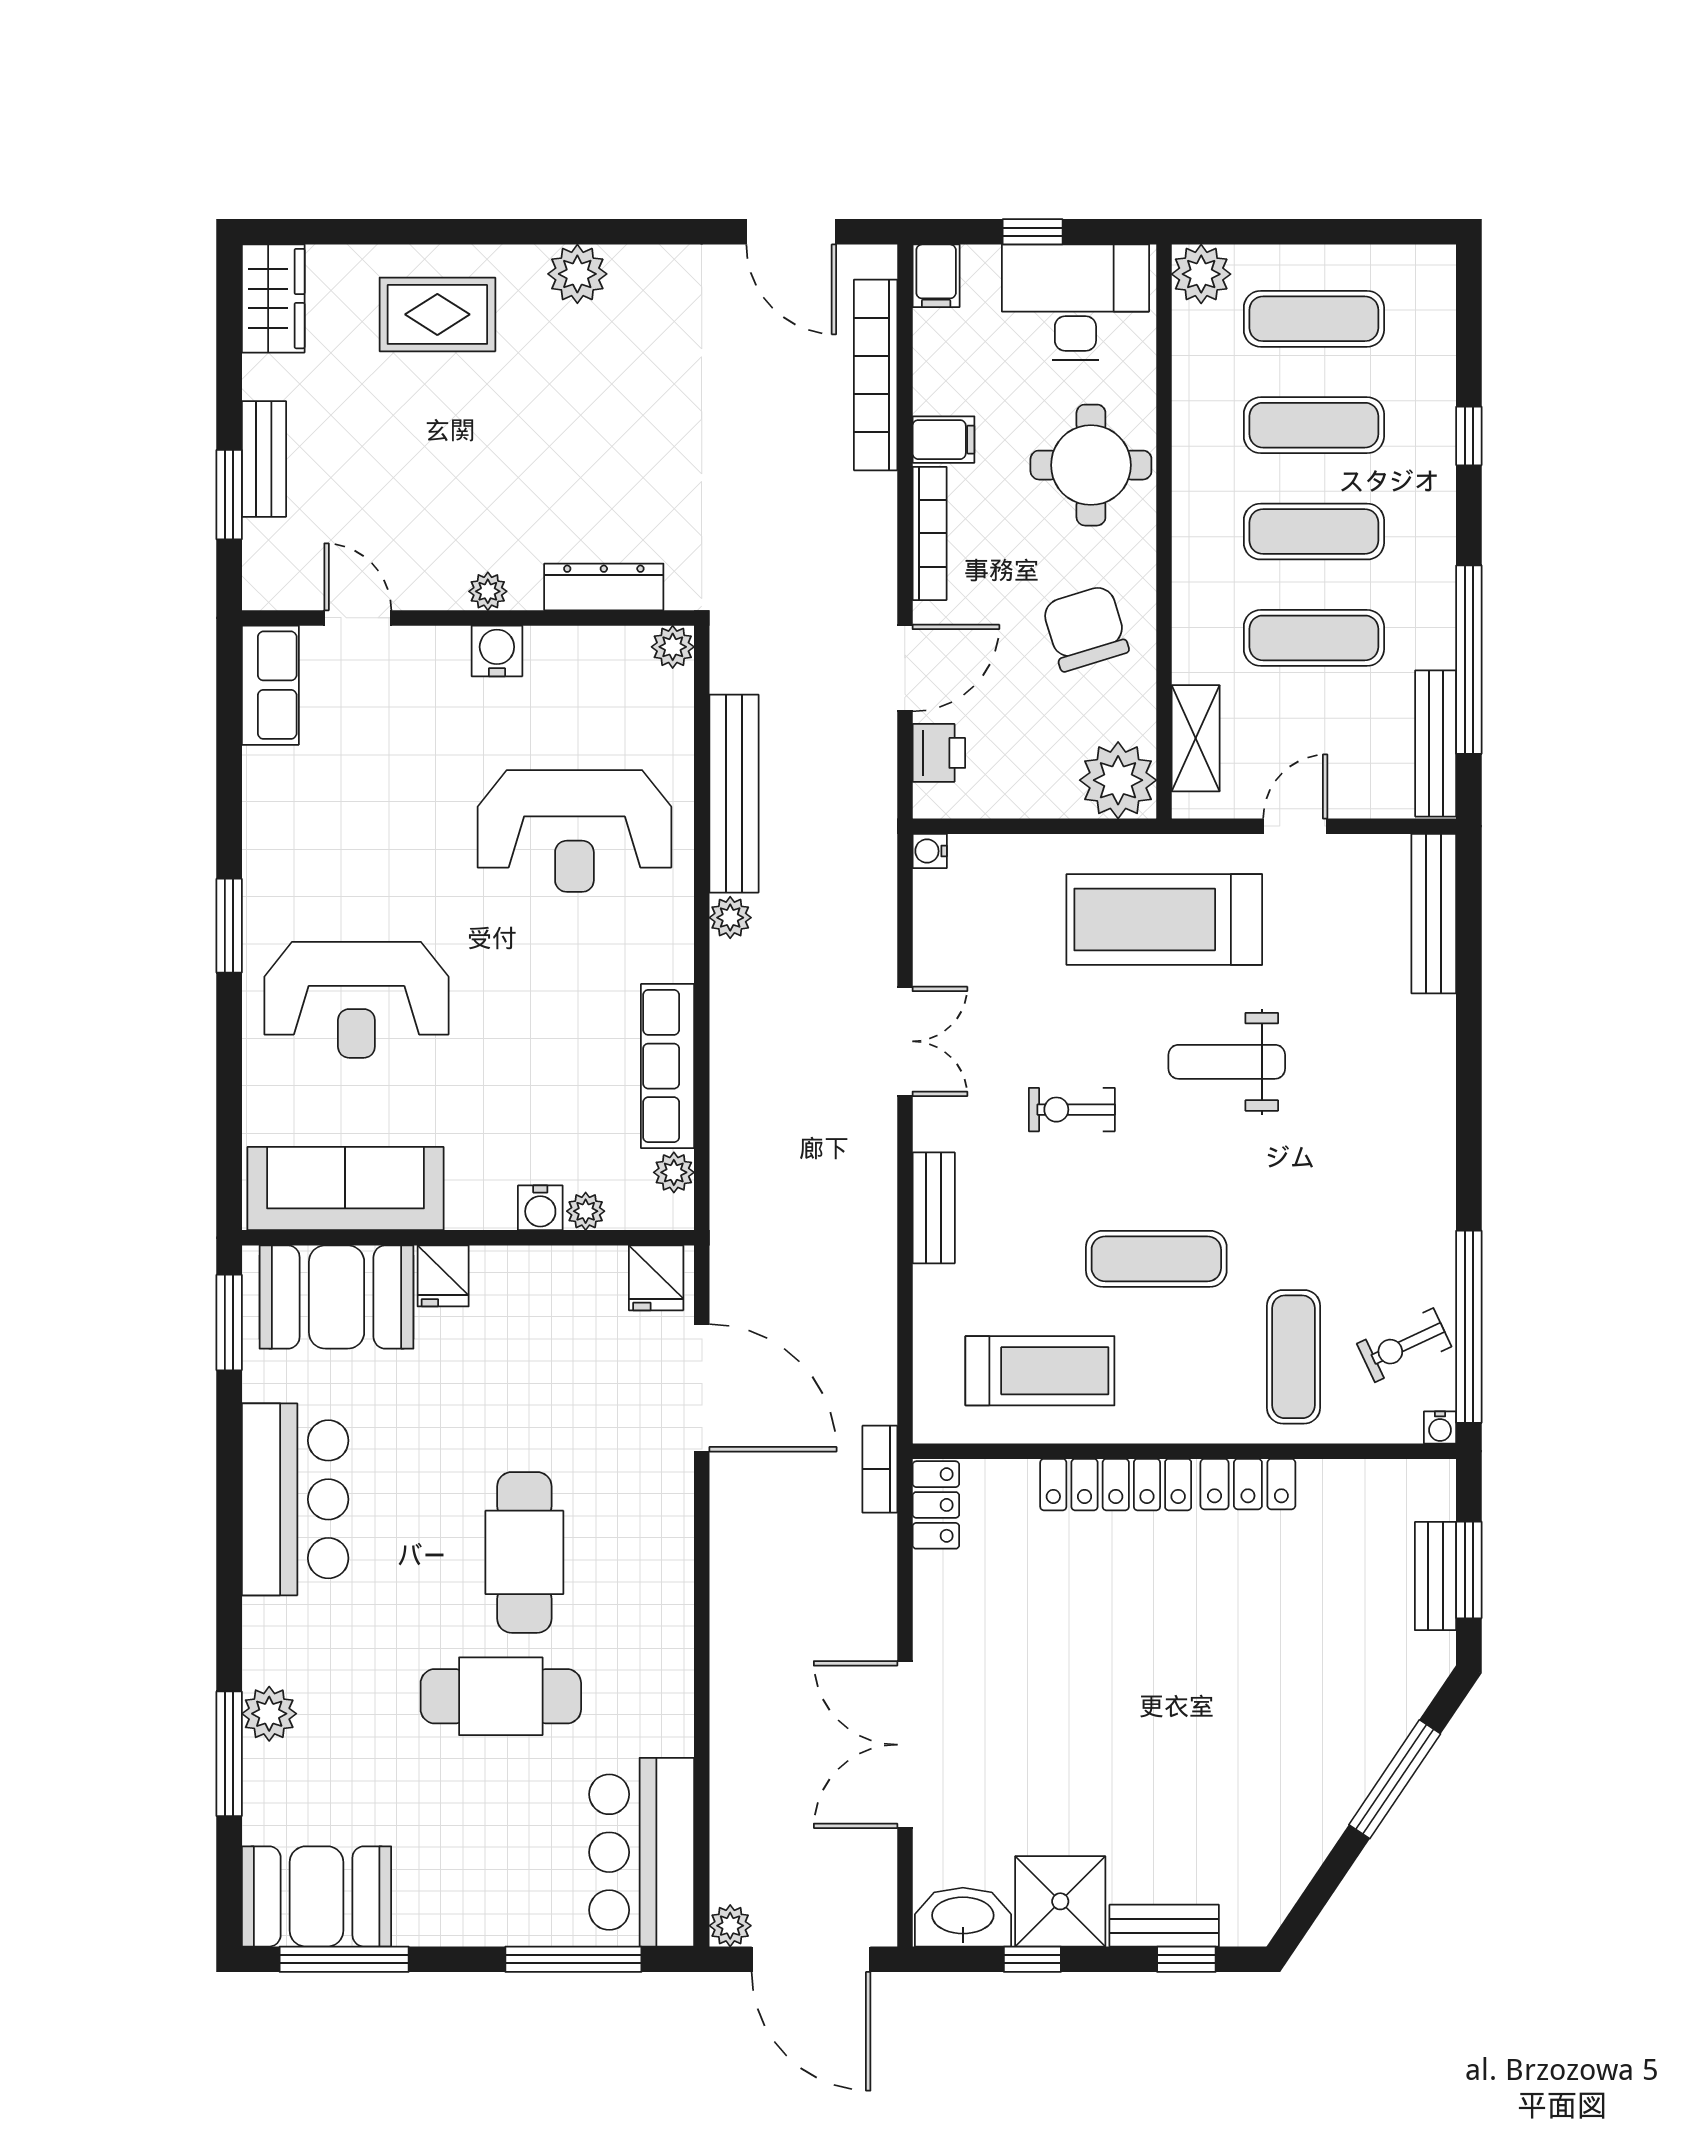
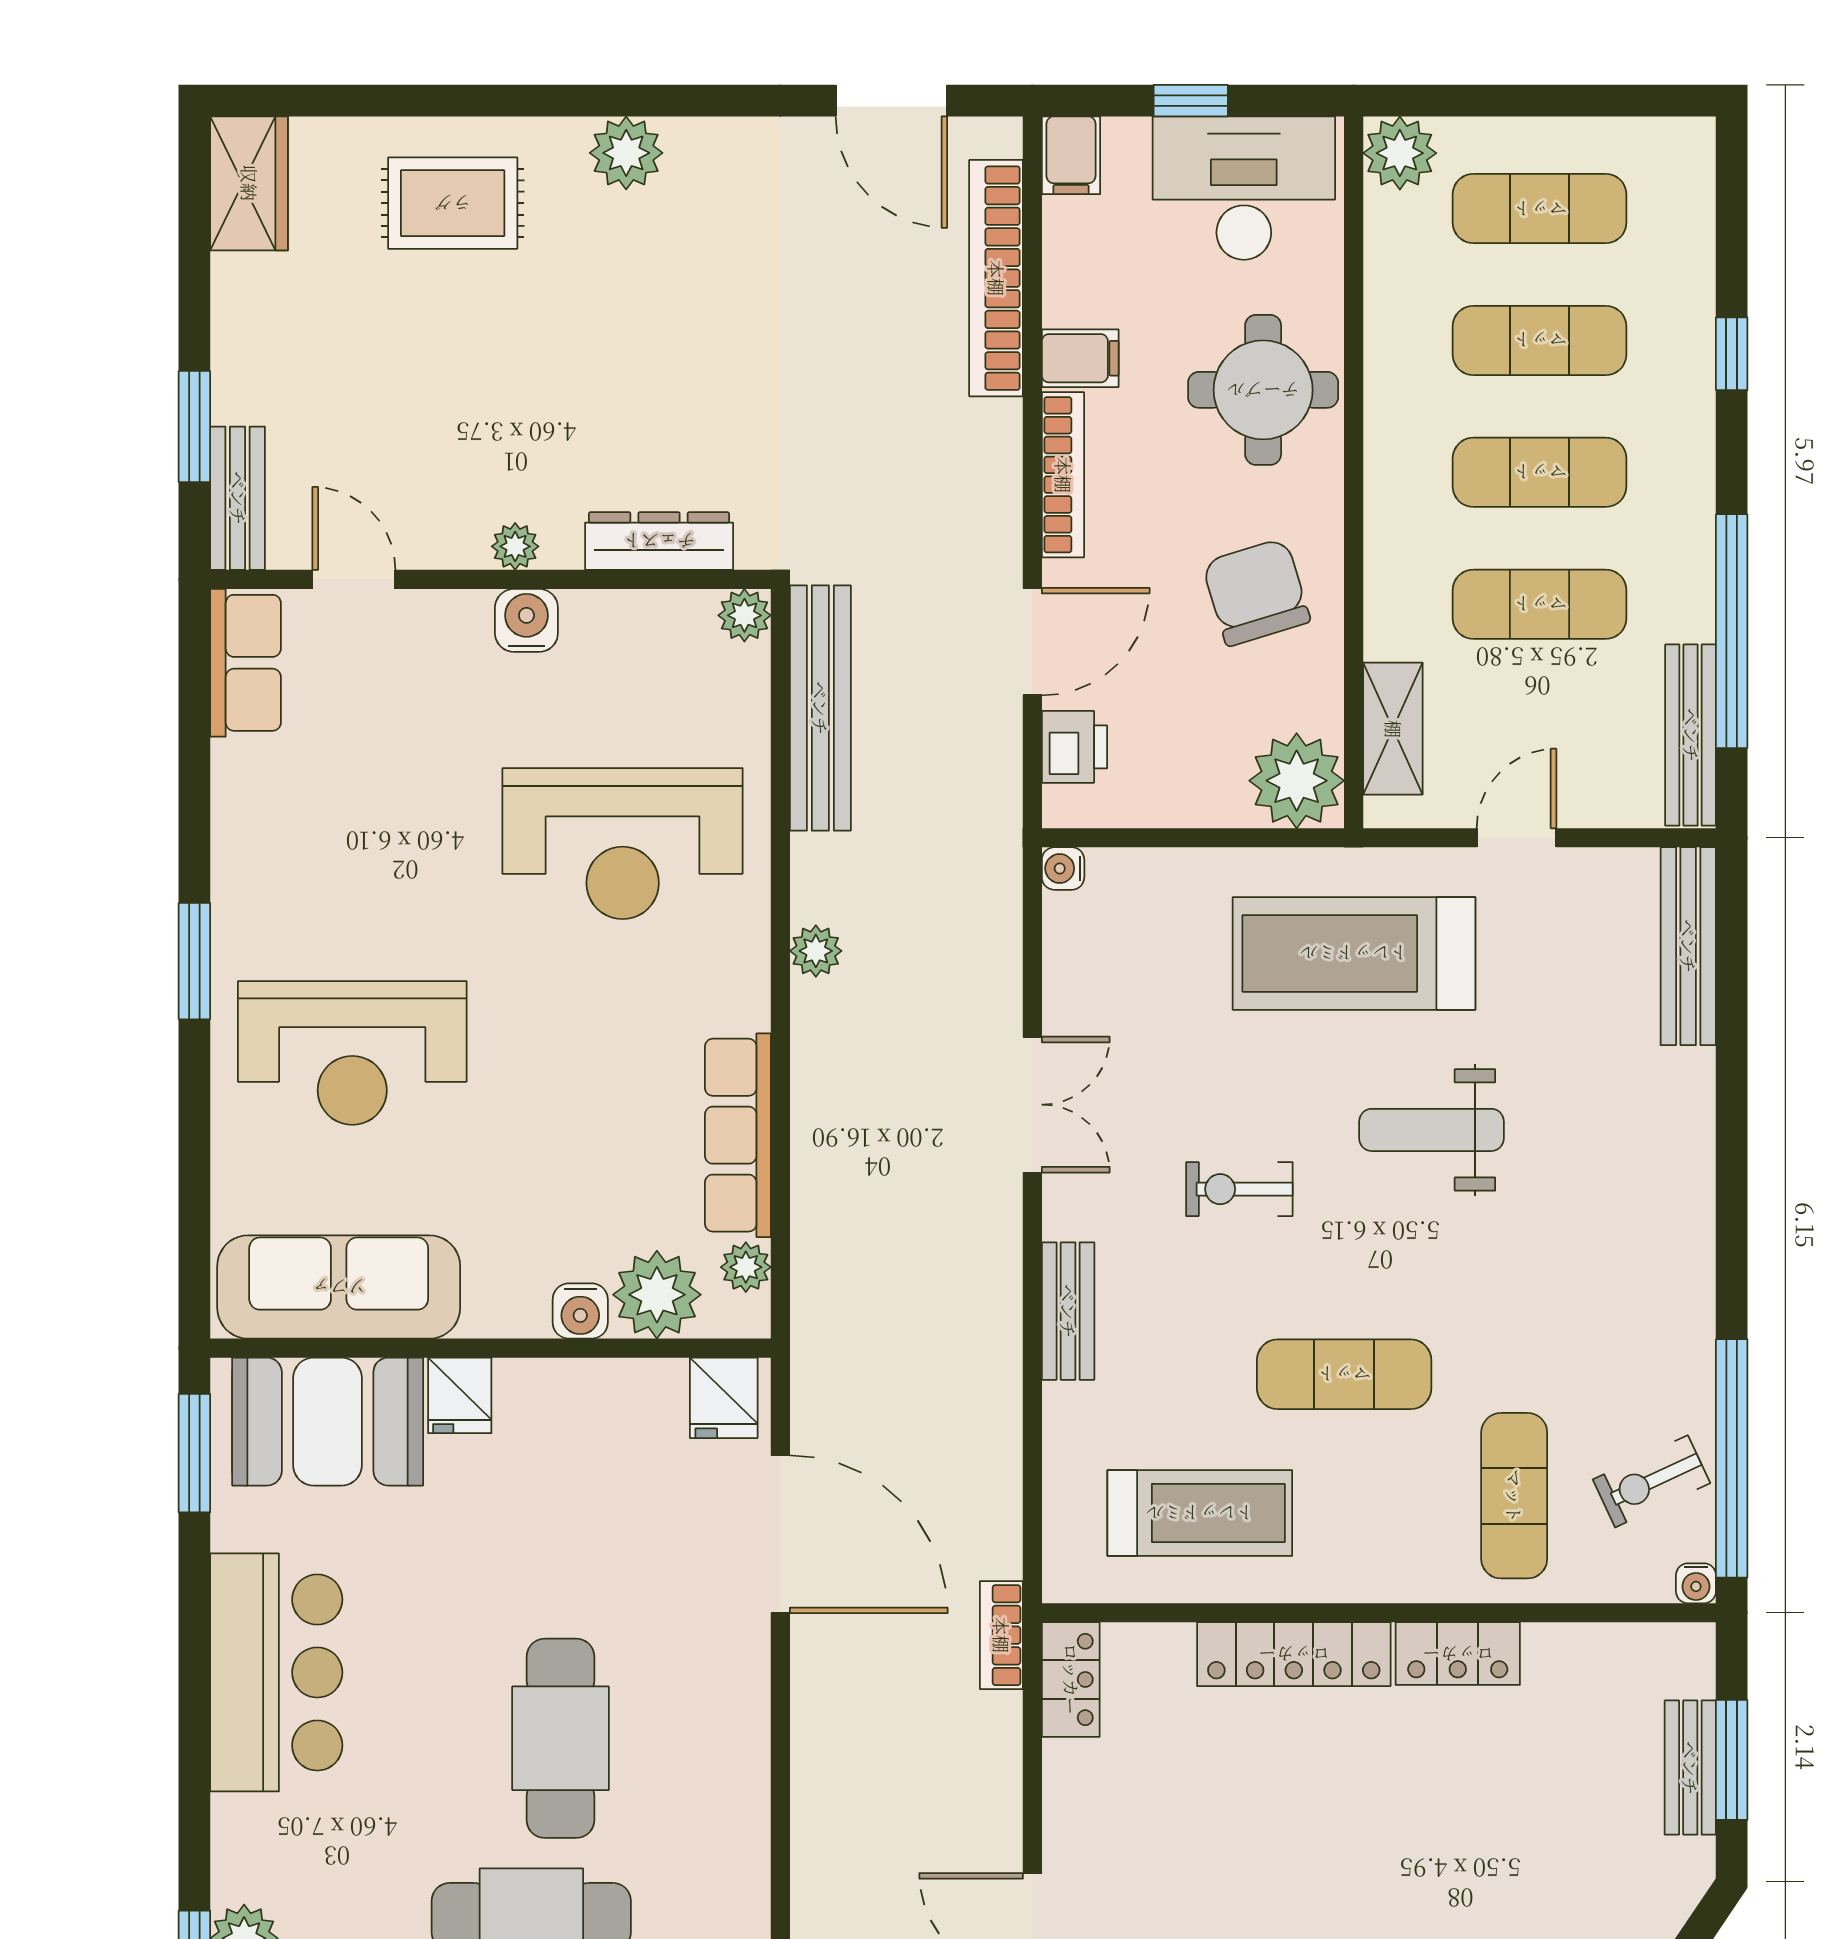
bench: (264, 459) -> (238, 498), moved
bench: (734, 794) -> (820, 708), moved
plant: (586, 1211) -> (657, 1295), width x1.88, depth x1.88

